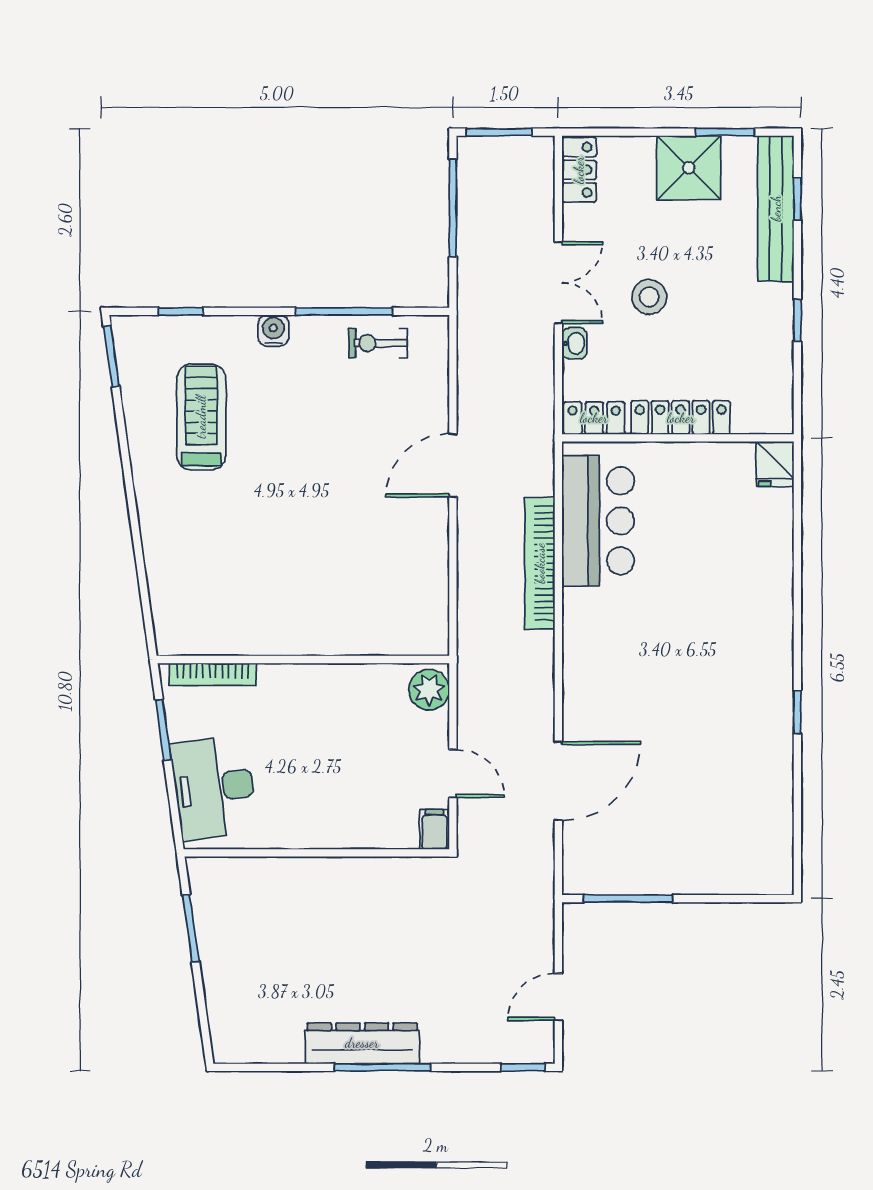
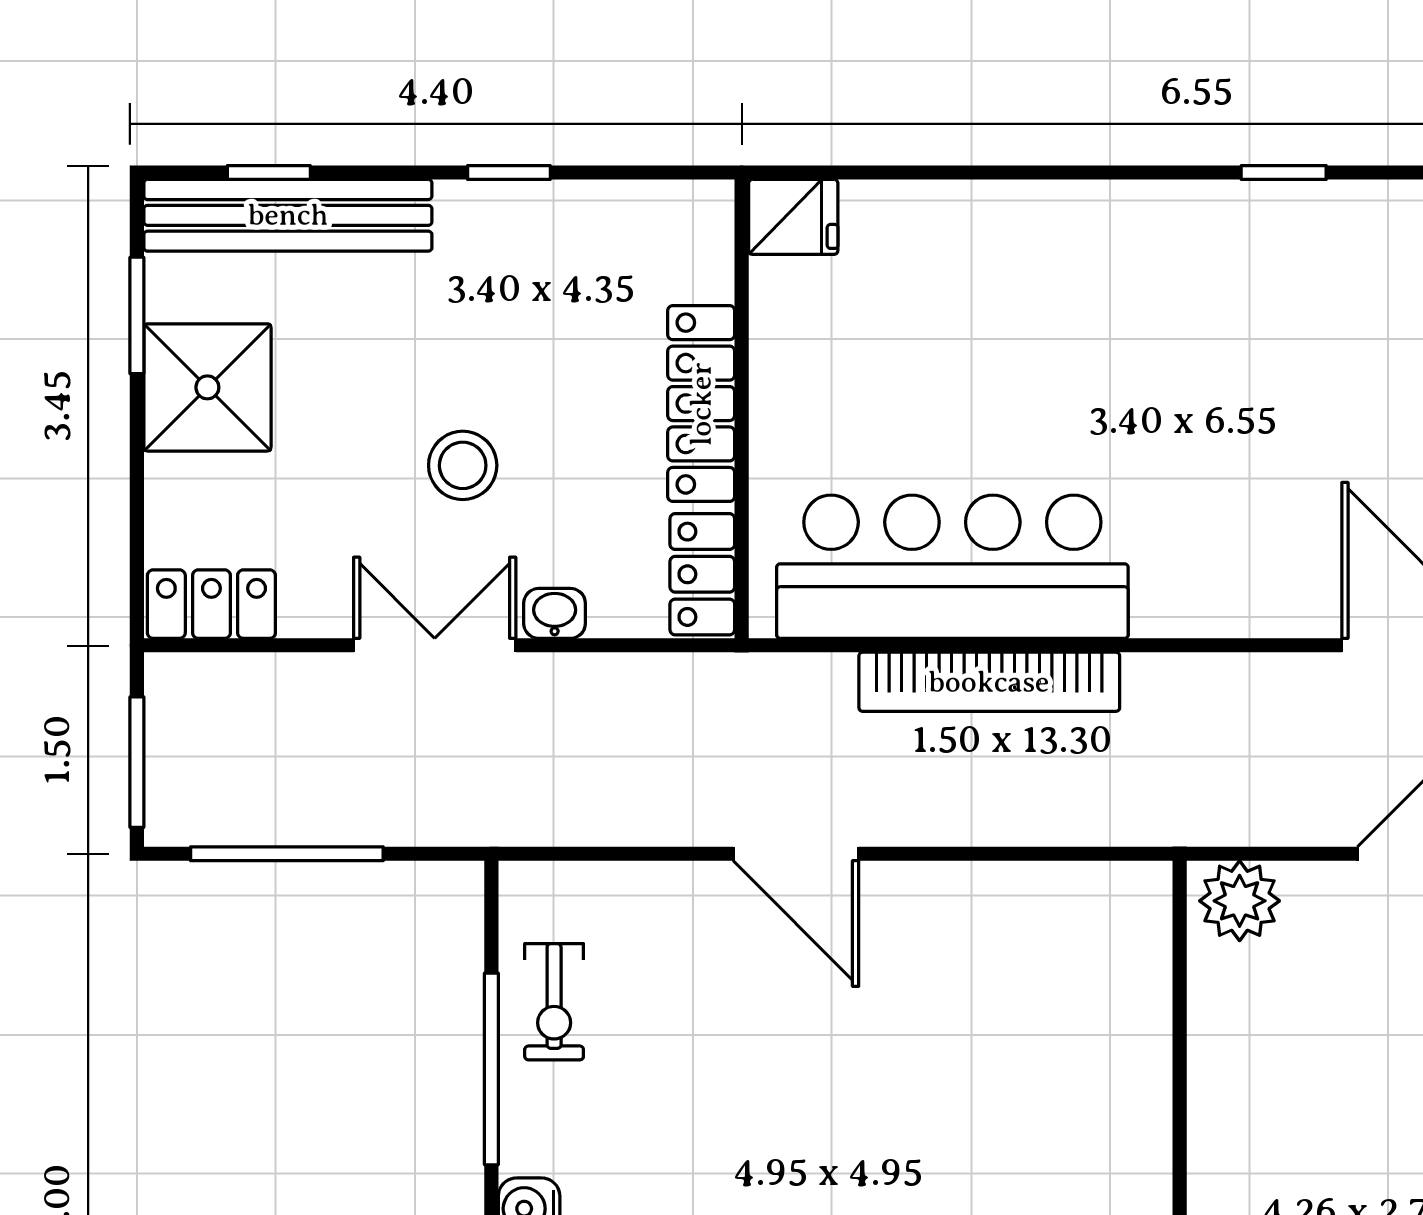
bar counter: (598, 521) -> (952, 567), width x1.36

